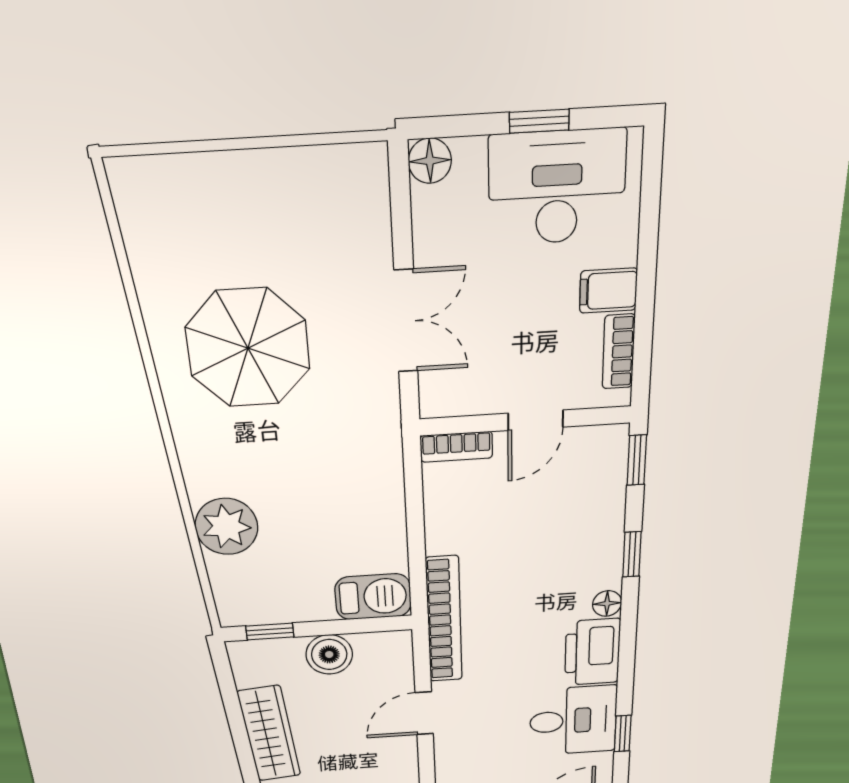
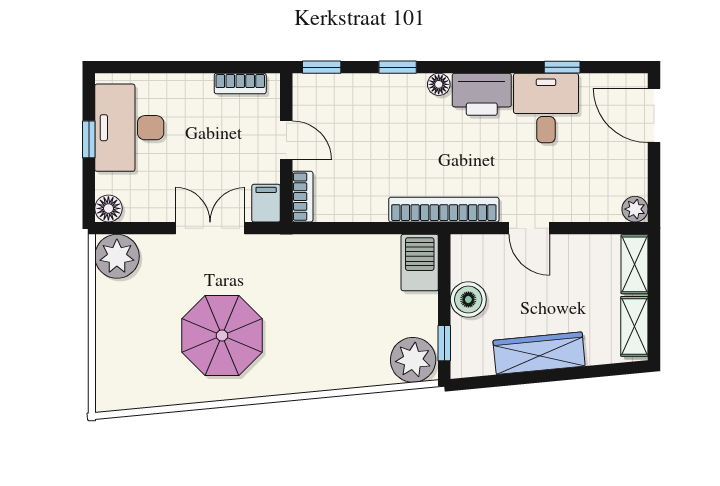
plant: (355, 179) -> (117, 256), added
filing cabinet: (608, 291) -> (266, 203), moved, turned 180
plant: (226, 527) -> (413, 360), moved

